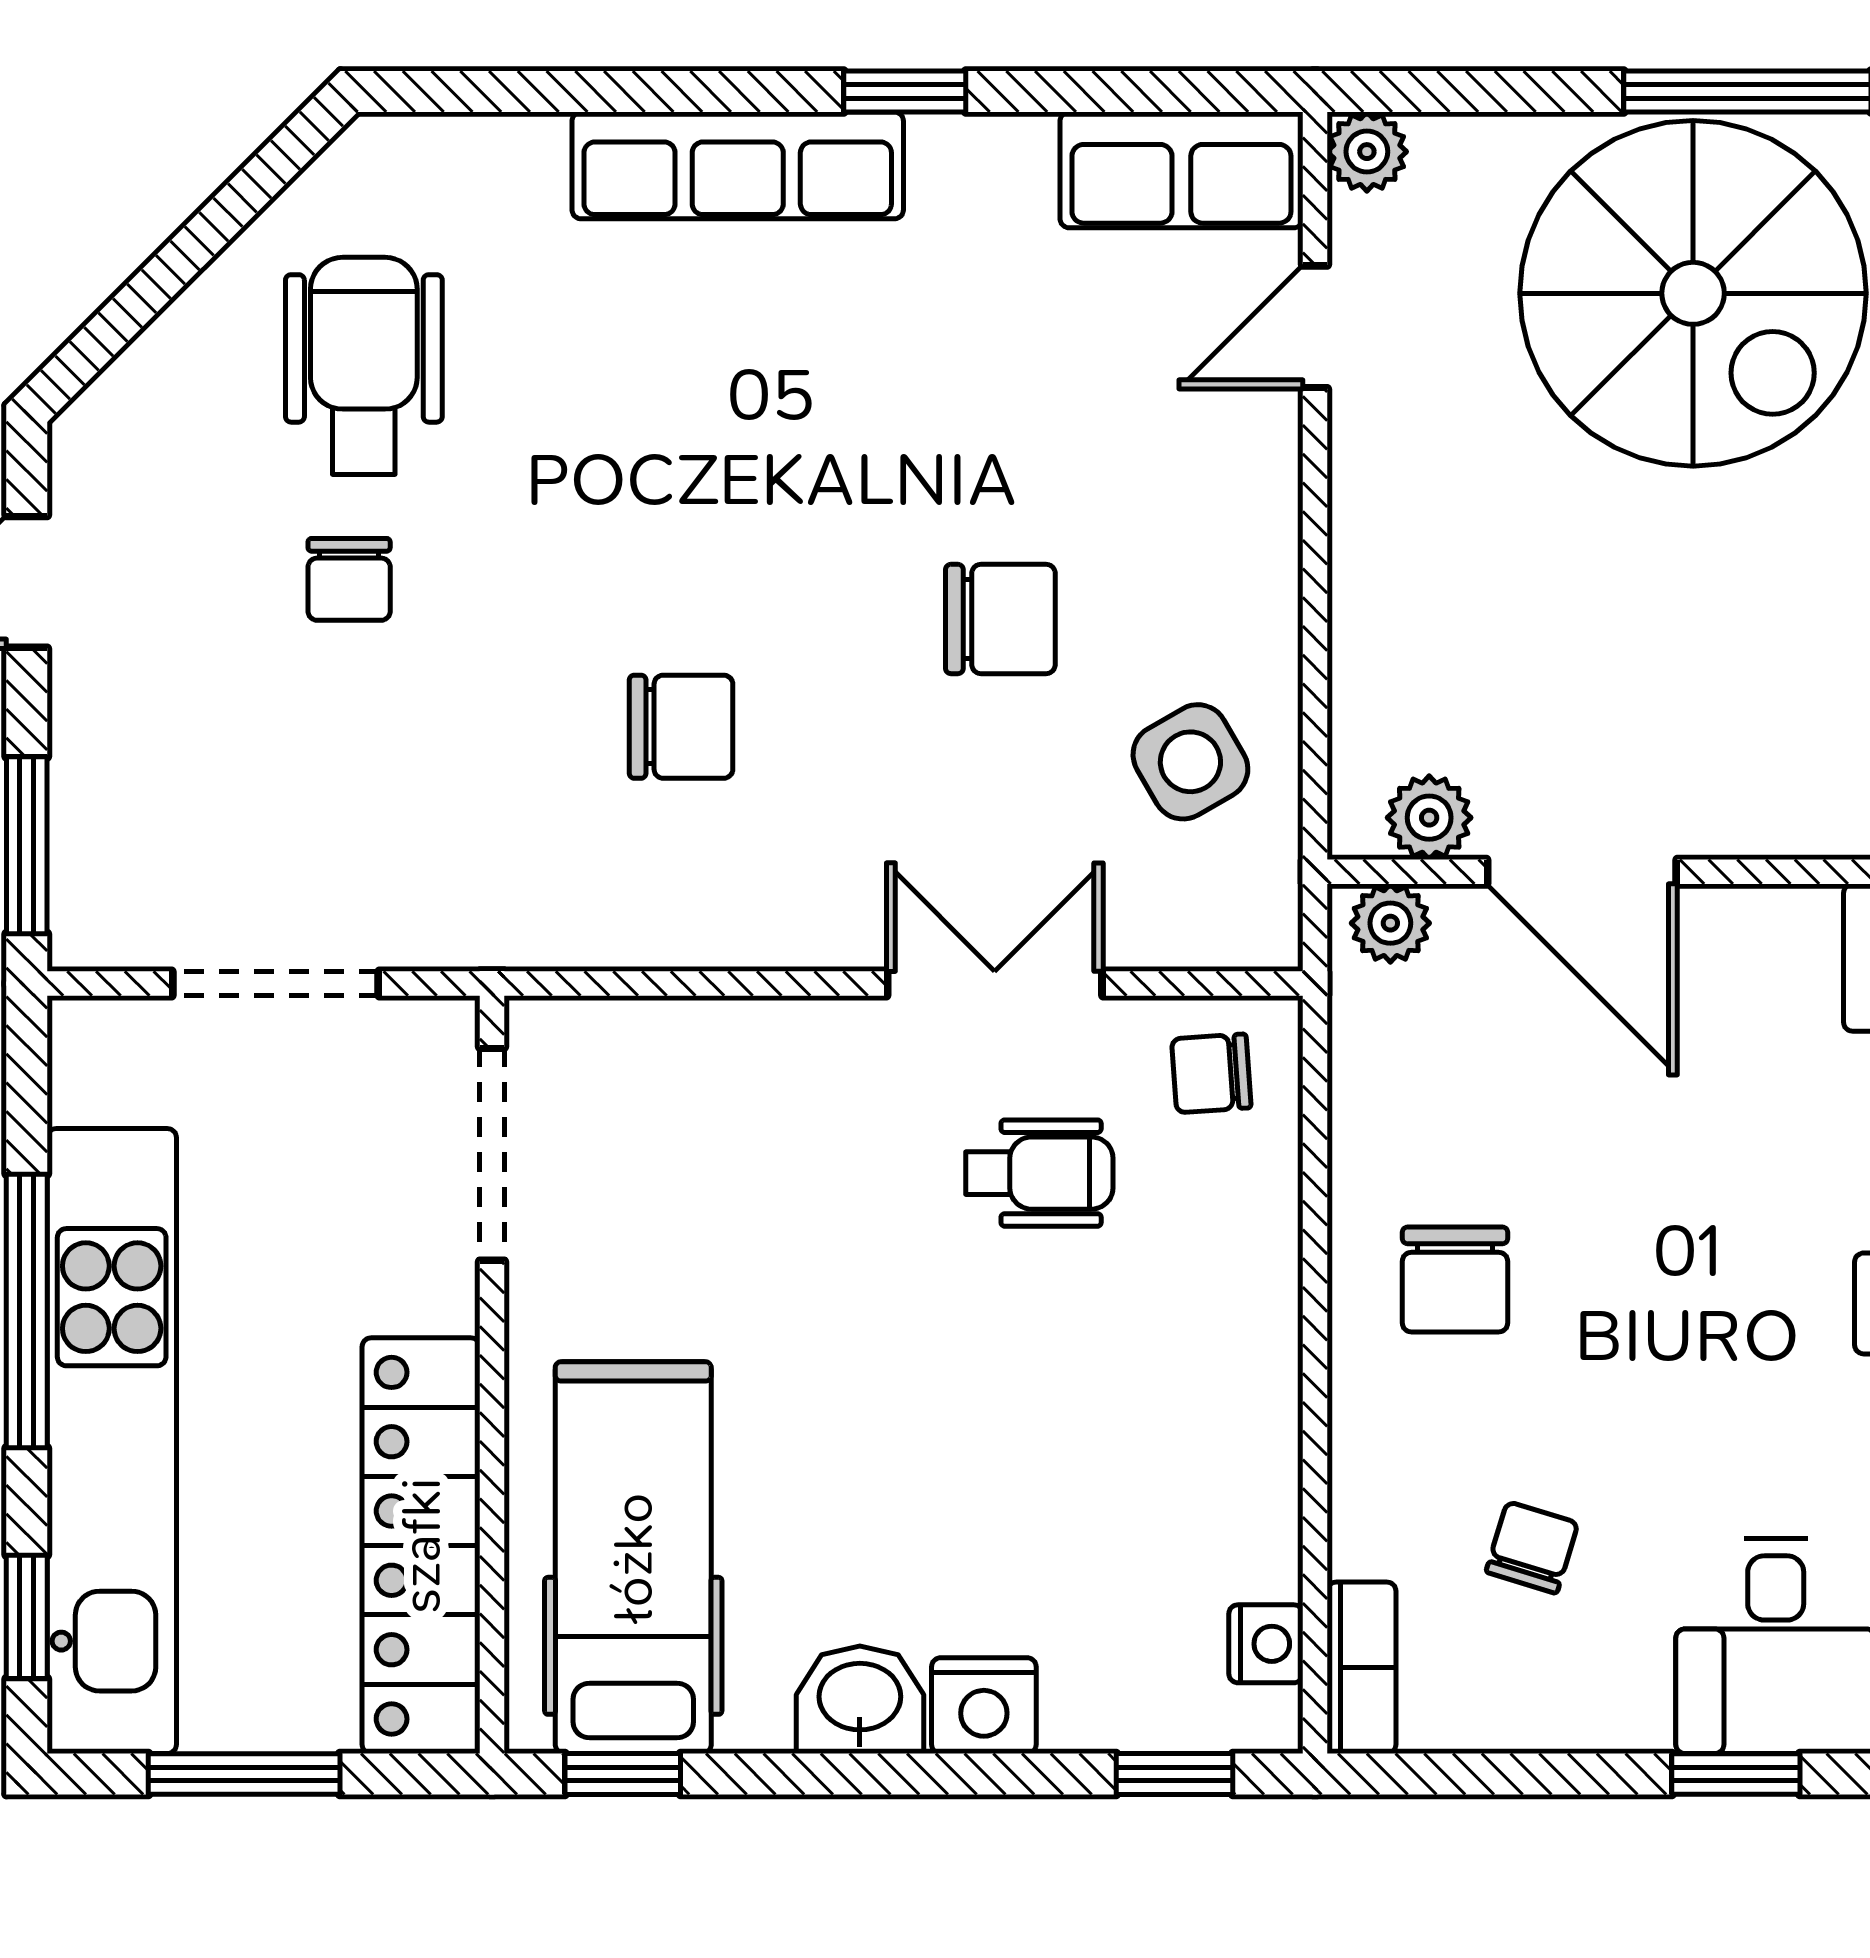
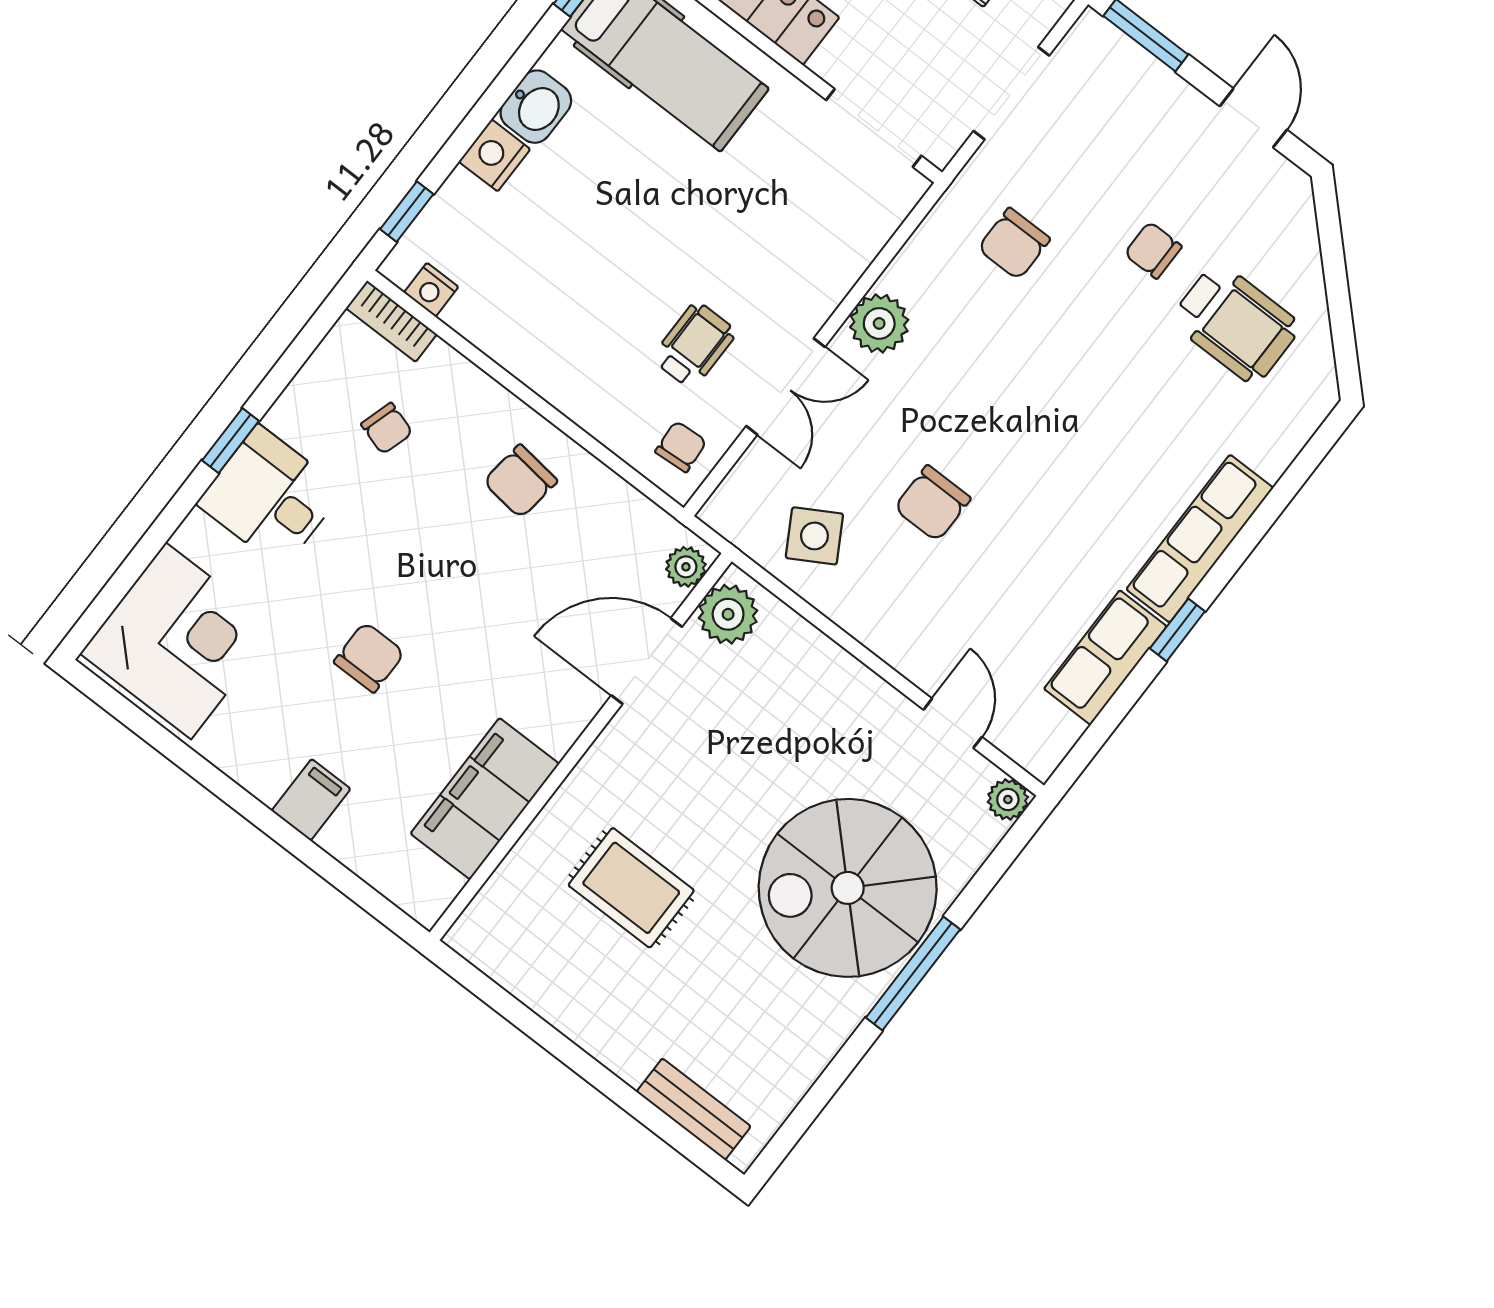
row of seats: (1181, 170) -> (1105, 658), moved
chair: (681, 727) -> (1014, 244), moved
plant: (1429, 818) -> (728, 614), width x1.38, depth x1.38
plant: (787, 914) -> (879, 323), added
wheelchair: (1039, 1173) -> (694, 345), turned 180
chair: (1455, 1280) -> (520, 481), turned -83

